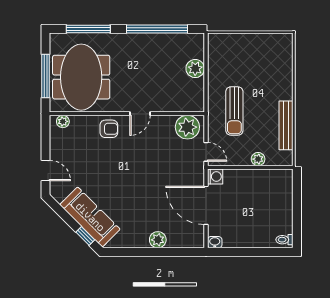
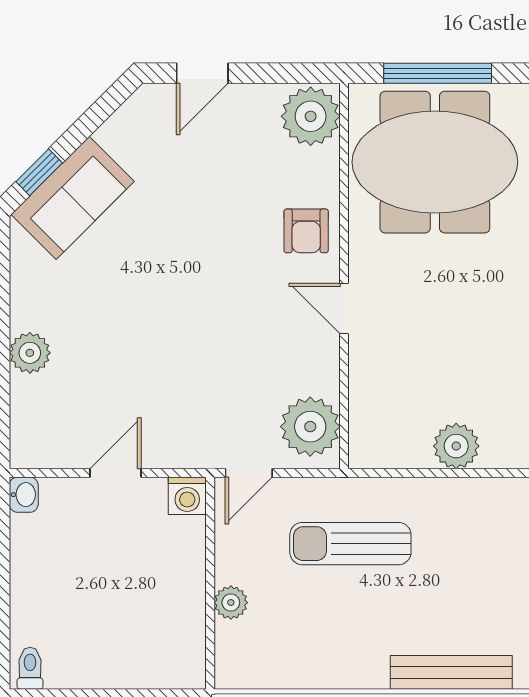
plant: (63, 121) -> (311, 116), width x1.87, depth x1.87
bench: (286, 125) -> (451, 672), moved
door: (206, 205) -> (115, 473), width x0.53
sofa: (90, 217) -> (73, 198), width x0.73

